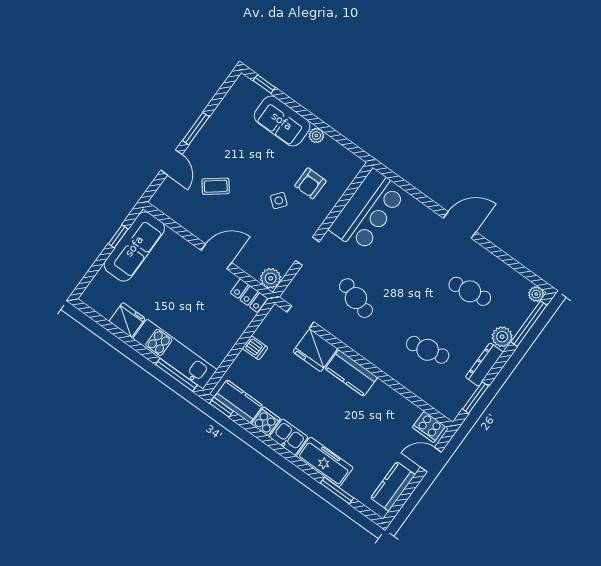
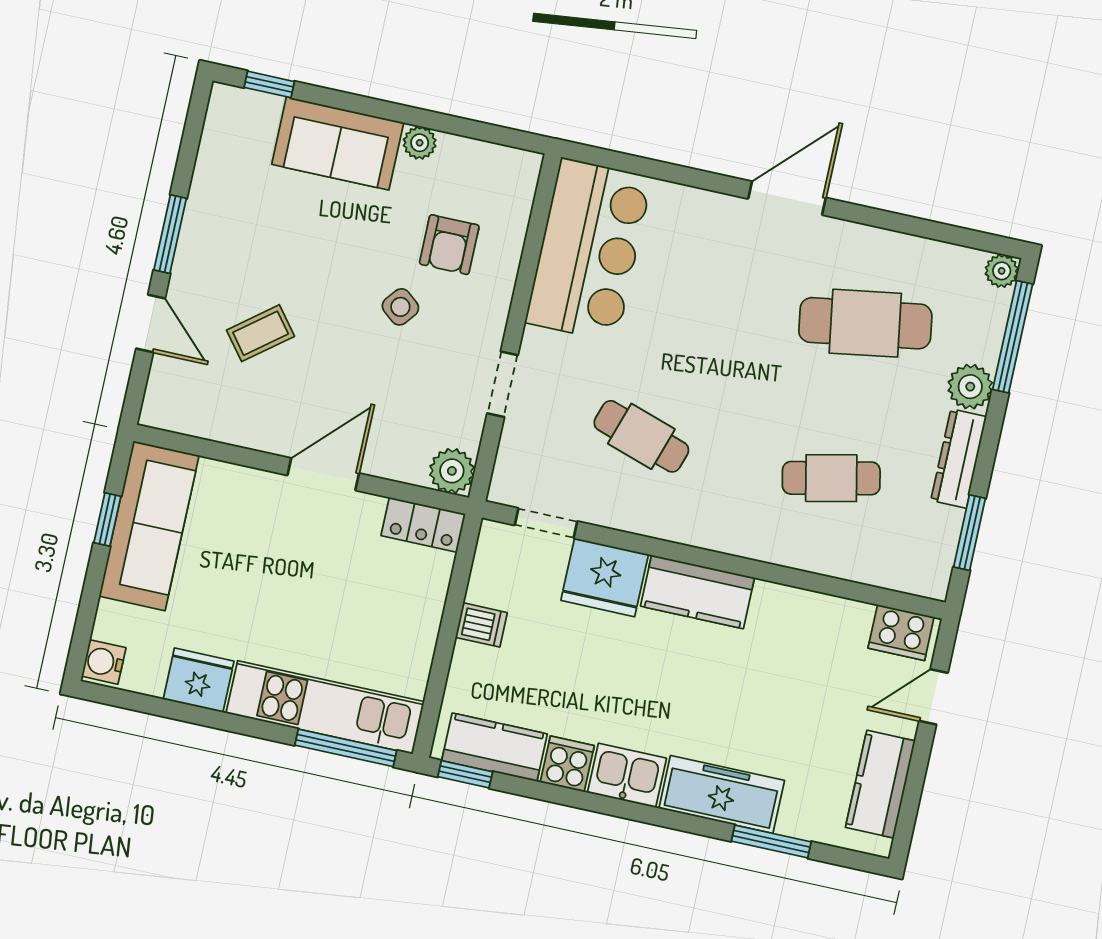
cafe table: (470, 291) -> (865, 323), width x1.37, depth x1.35
water cooler: (91, 295) -> (104, 662), added

